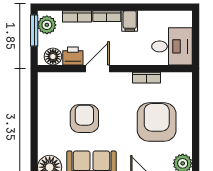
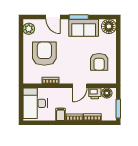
plant: (47, 25) -> (110, 112), removed
desk: (172, 46) -> (35, 103), width x1.37
armchair: (84, 119) -> (99, 62), moved
armchair: (157, 122) -> (44, 54), turned 180

